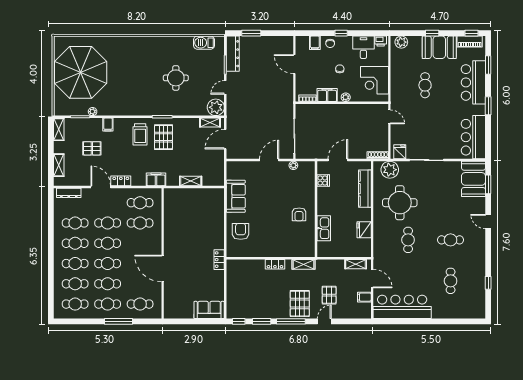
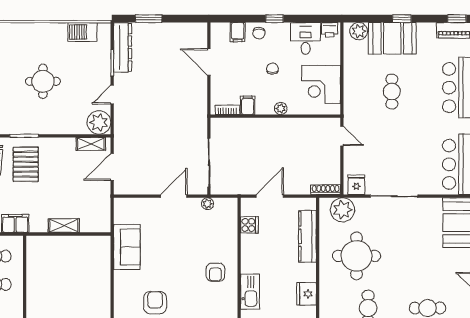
booth: (439, 47) -> (392, 38), moved
filing cabinet: (327, 95) -> (248, 105), width x0.50
armchair: (241, 231) -> (155, 303), moved

